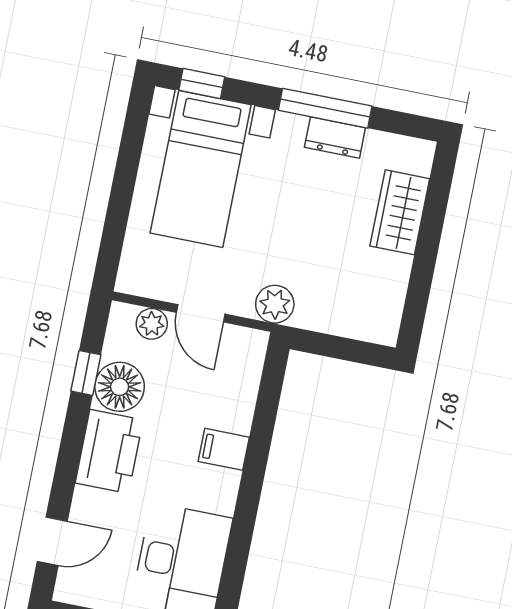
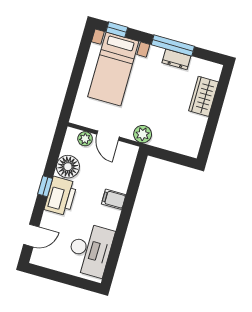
window: (86, 373) -> (45, 186), moved

